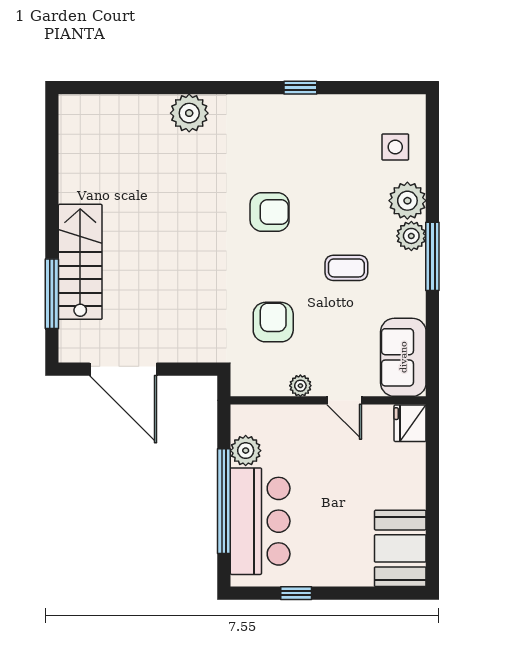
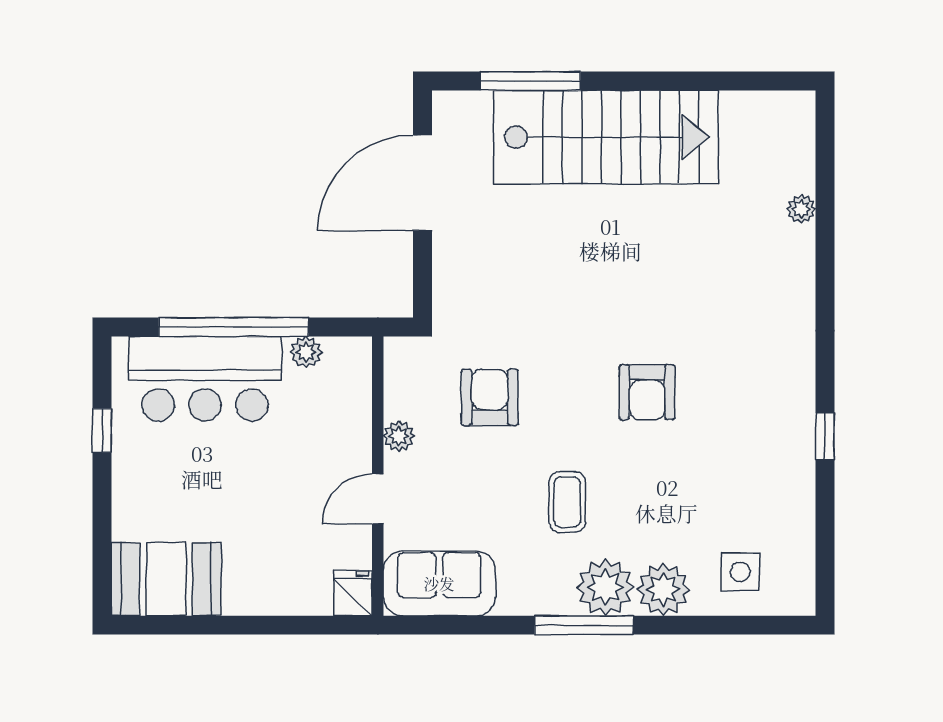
plant: (189, 113) -> (801, 209), moved, width x0.53, depth x0.53
plant: (411, 236) -> (605, 587), width x1.36, depth x1.36
stairs: (80, 262) -> (606, 137), width x1.36, depth x1.51
armchair: (273, 322) -> (490, 397), turned -90
fridge: (410, 423) -> (352, 593), width x0.72
plant: (246, 451) -> (306, 352), width x0.73, depth x0.73

